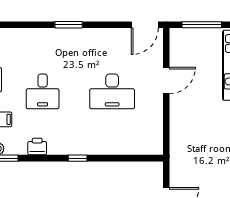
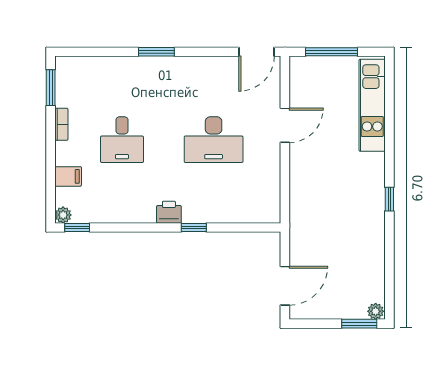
printer: (37, 146) -> (169, 212), moved
window: (78, 158) -> (194, 227), moved

